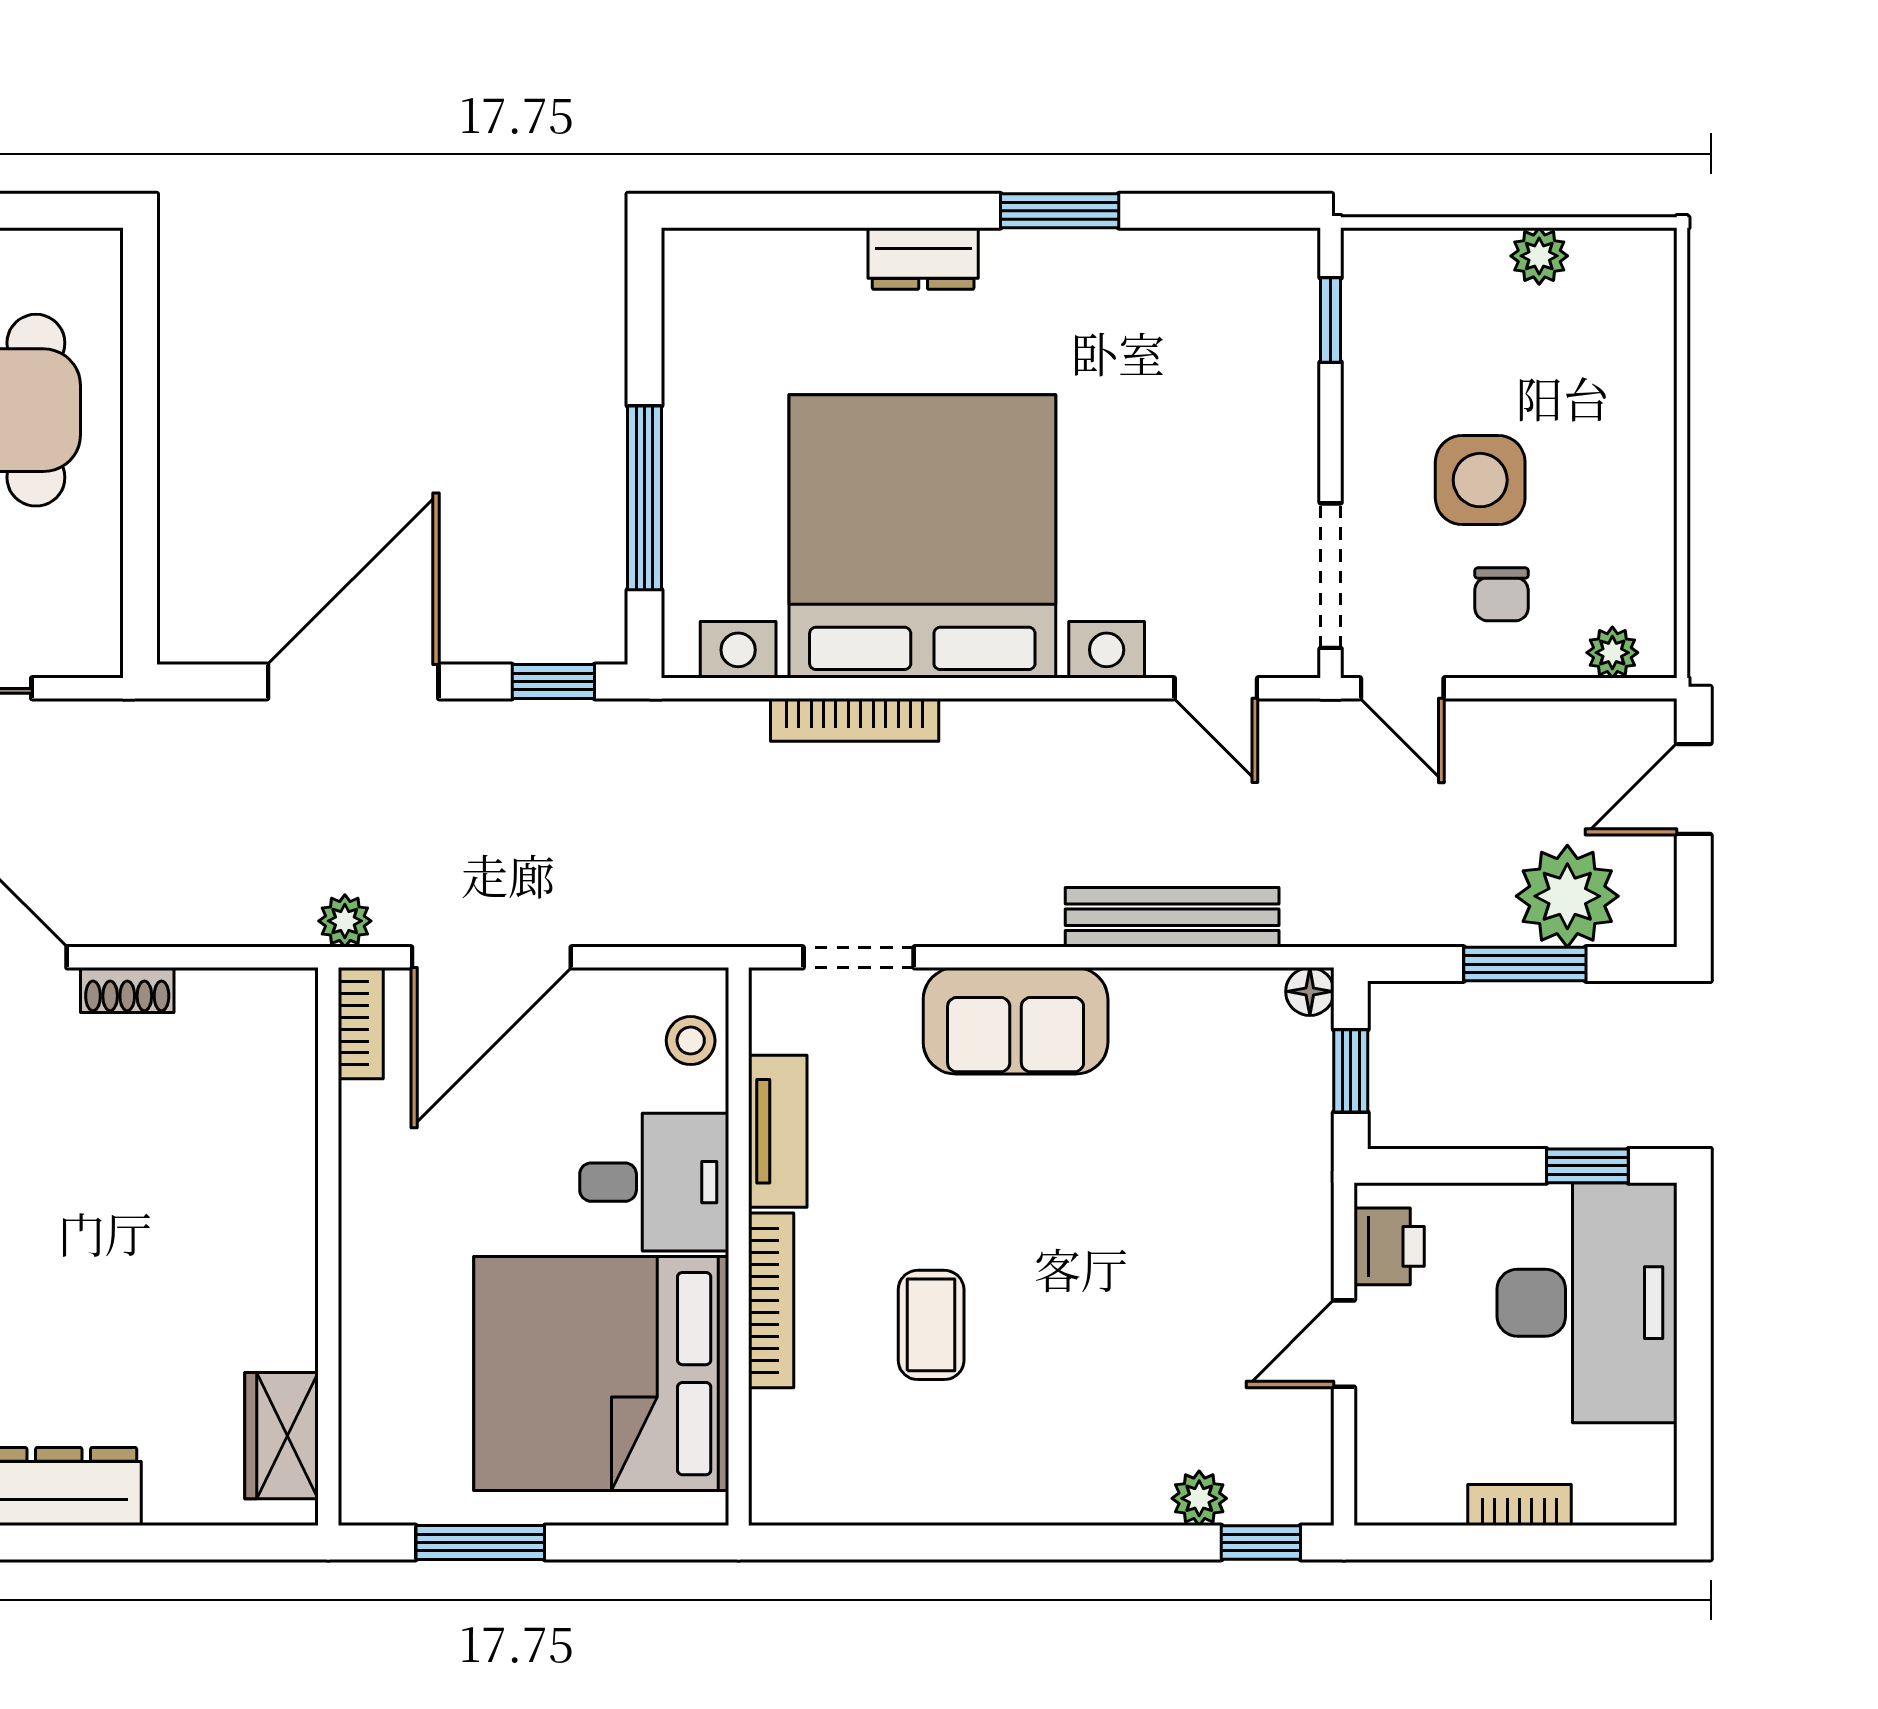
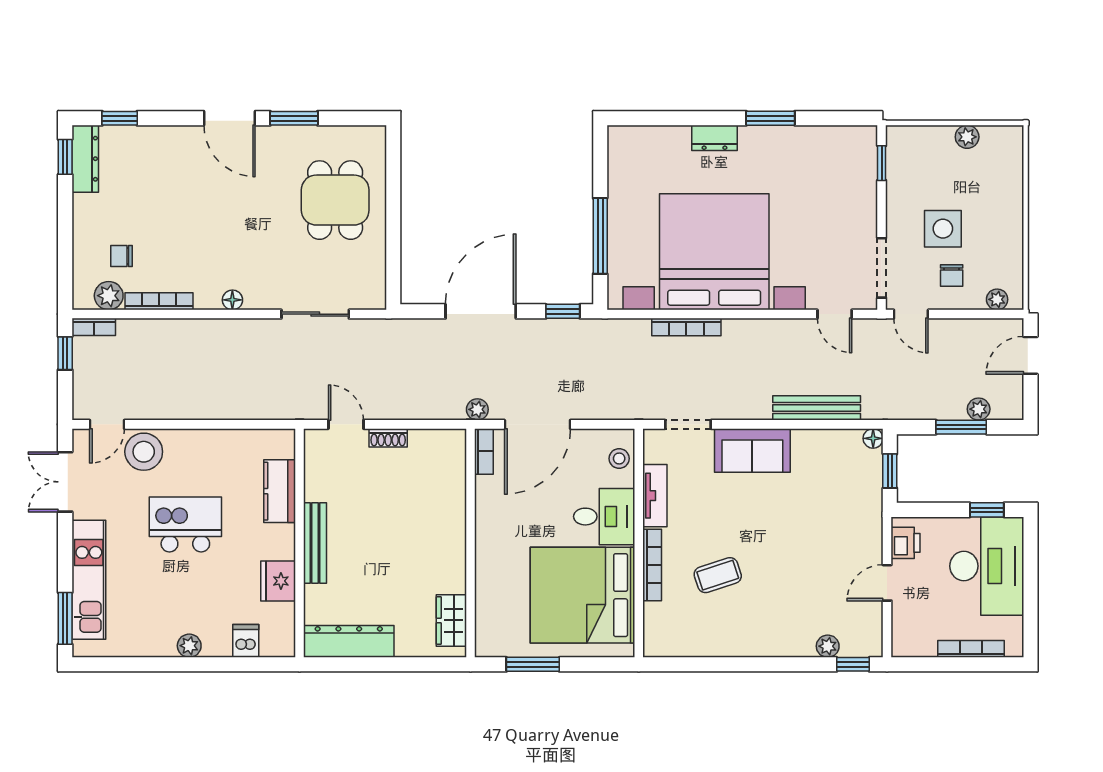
plant: (1567, 896) -> (979, 409), width x0.53, depth x0.53
coffee table: (931, 1325) -> (718, 575), turned 72
bookcase: (1519, 1505) -> (971, 649), width x1.56

